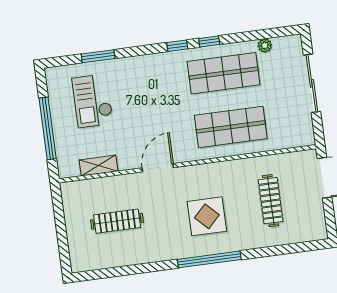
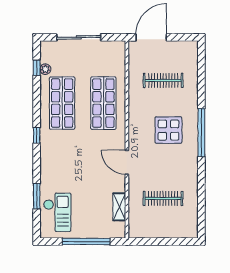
window: (209, 41) -> (37, 68), moved
checkout: (93, 101) -> (57, 212), moved, turned -90
clothes rail: (117, 221) -> (163, 198), turned 90

